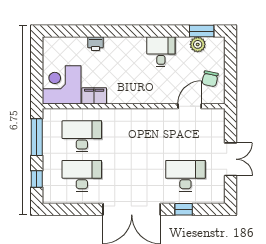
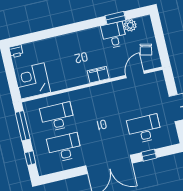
window: (202, 31) -> (115, 18), moved
printer: (95, 44) -> (16, 51), moved
desk: (161, 52) -> (114, 35), moved
filing cabinet: (94, 96) -> (98, 75), moved

